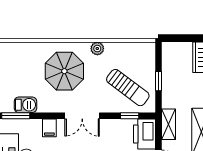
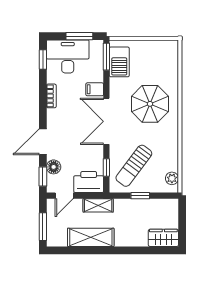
plant: (97, 49) -> (172, 178), moved
barbecue: (25, 105) -> (119, 62), width x1.38, depth x1.27
double door: (82, 116) -> (106, 121), width x1.37

